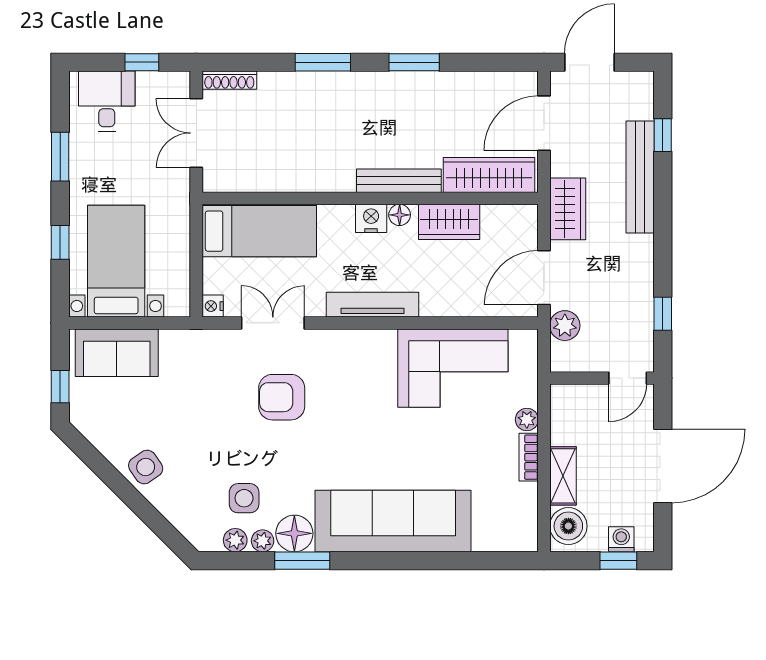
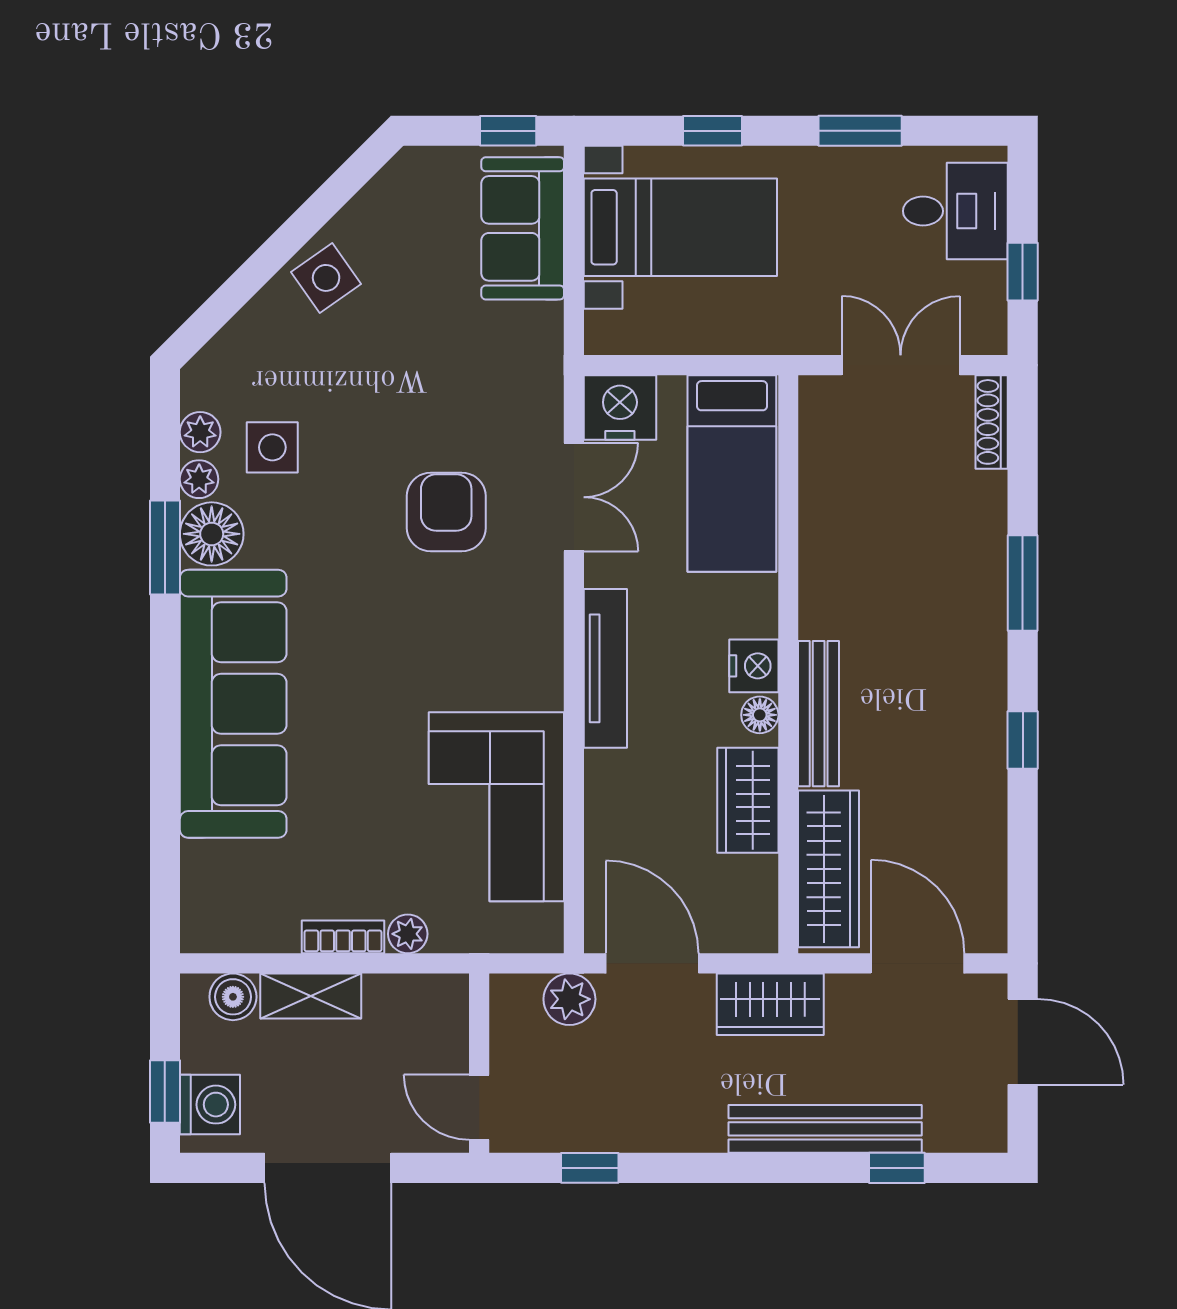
window: (414, 62) -> (1023, 740), width x0.67
nightstand: (213, 306) -> (620, 407), width x1.89, depth x1.79
window: (60, 387) -> (508, 131), moved
boiler: (568, 526) -> (233, 997), width x0.73, depth x0.73
washing machine: (621, 539) -> (210, 1105), width x1.38, depth x1.38

